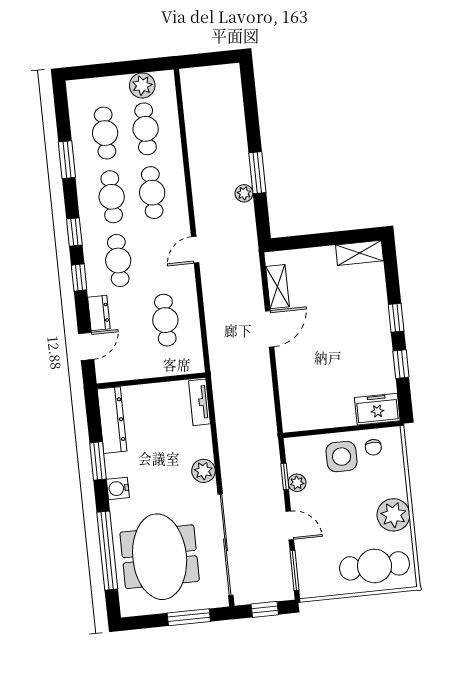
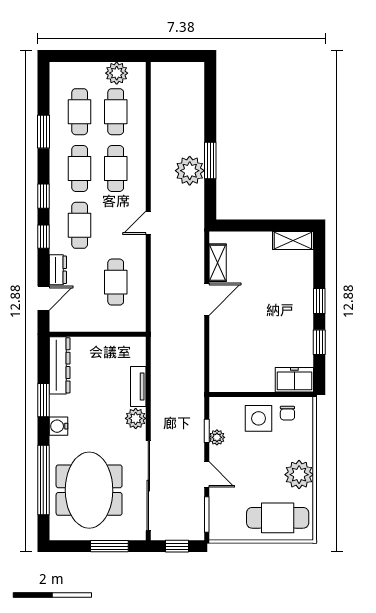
plant: (244, 193) -> (190, 171), width x1.88, depth x1.88
tv unit: (199, 402) -> (138, 386), moved

